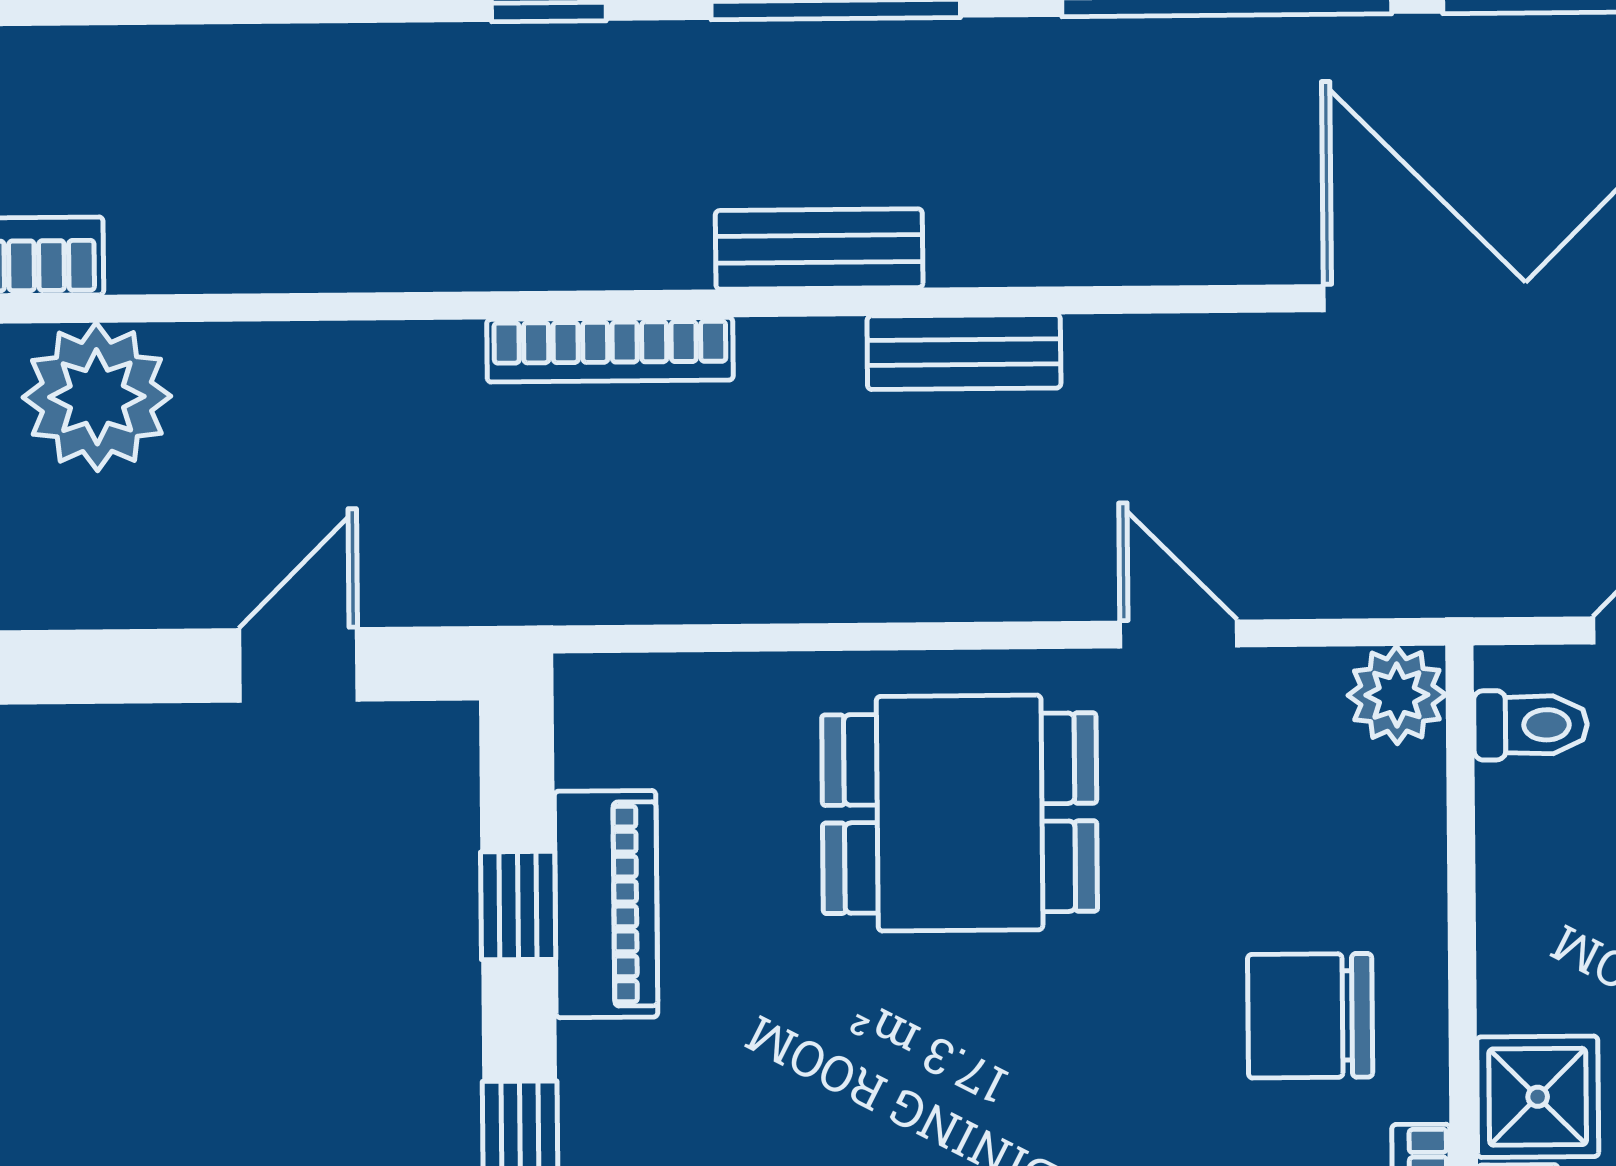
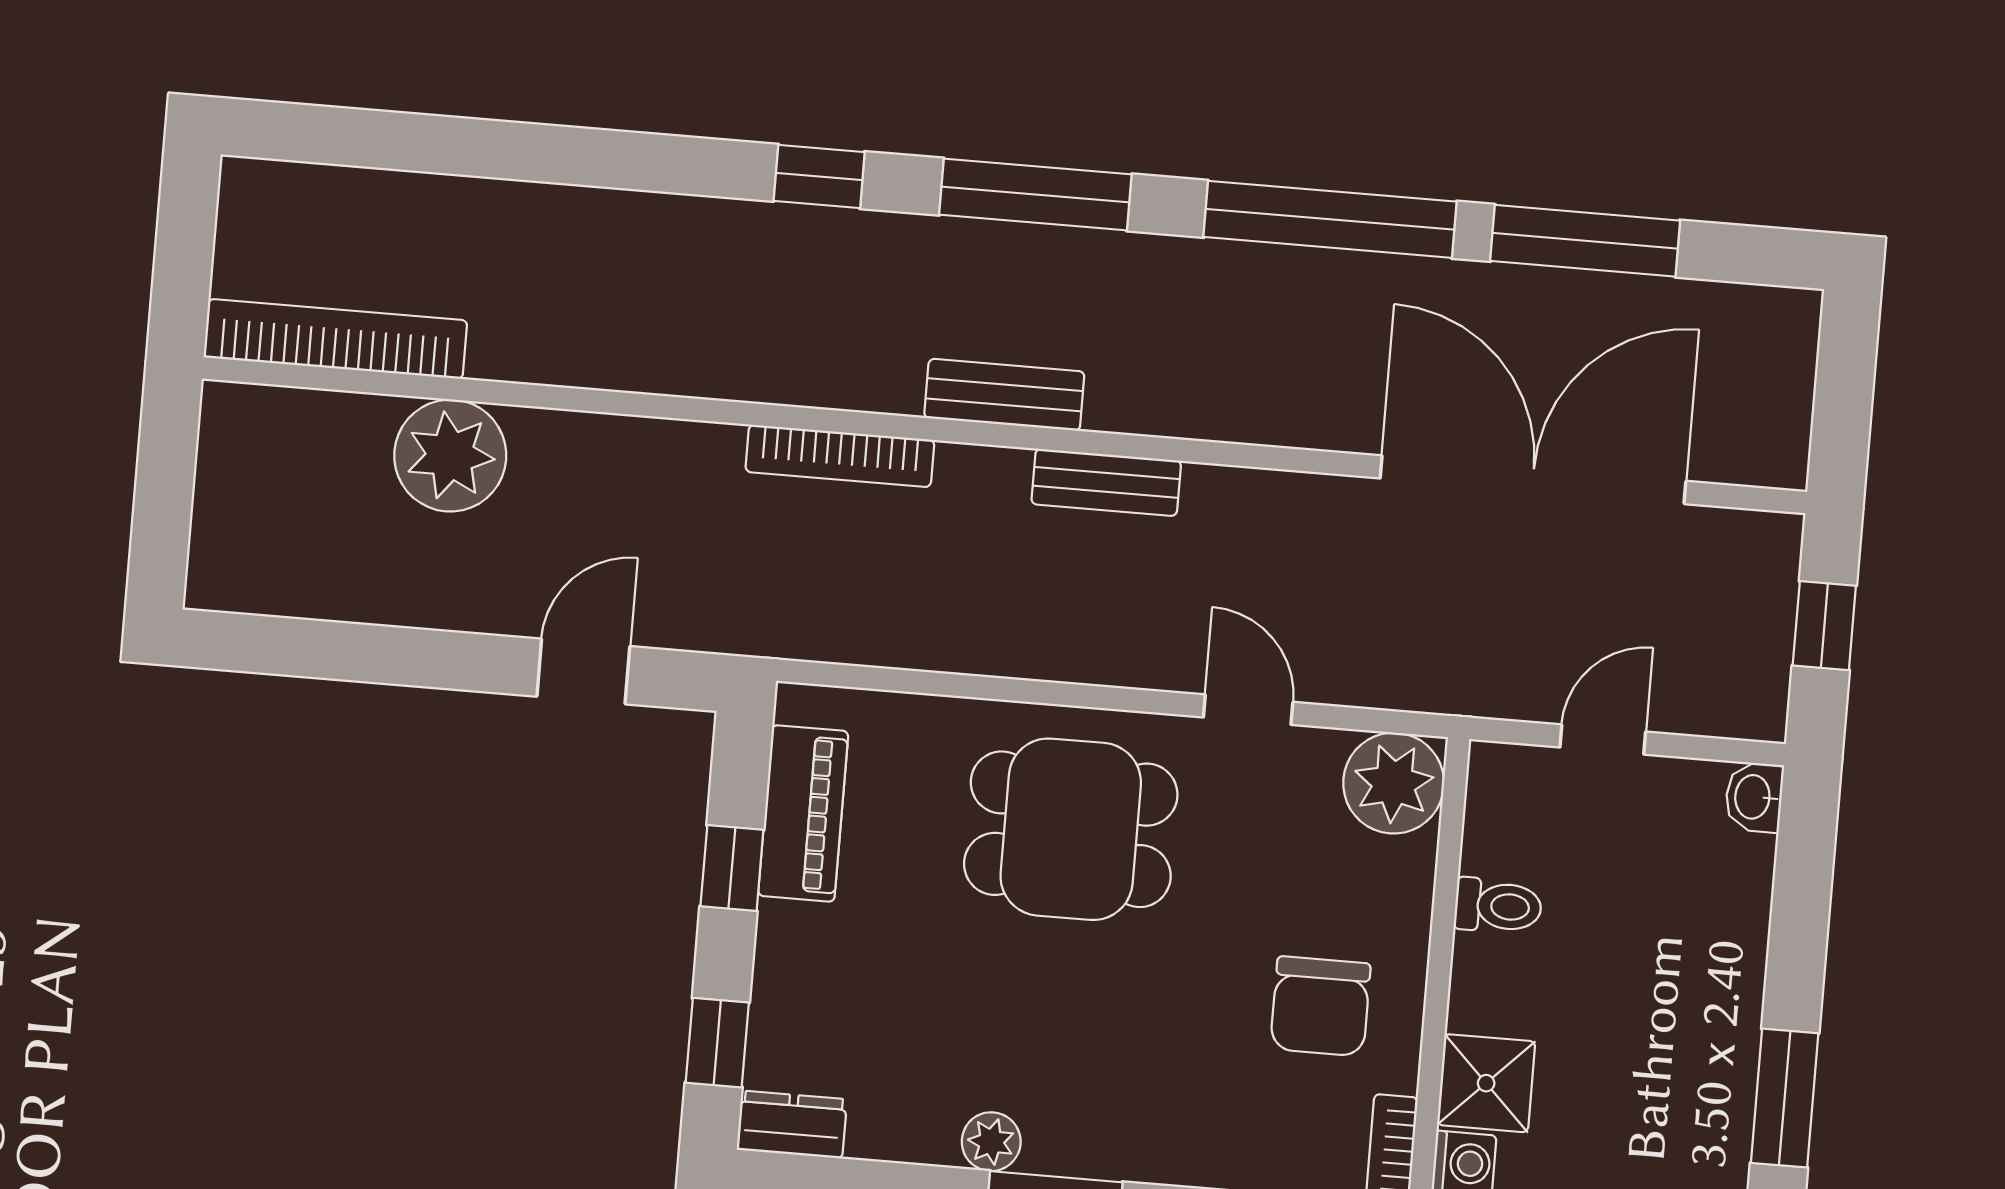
plant: (1397, 695) -> (1394, 783), width x1.36, depth x1.36
toilet: (1531, 725) -> (1498, 906), moved
piano: (606, 904) -> (803, 813), moved
chair: (1310, 1016) -> (1320, 1006), turned -90

